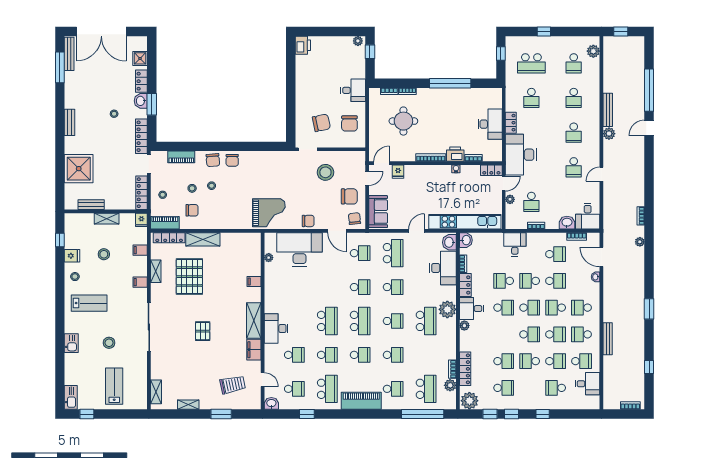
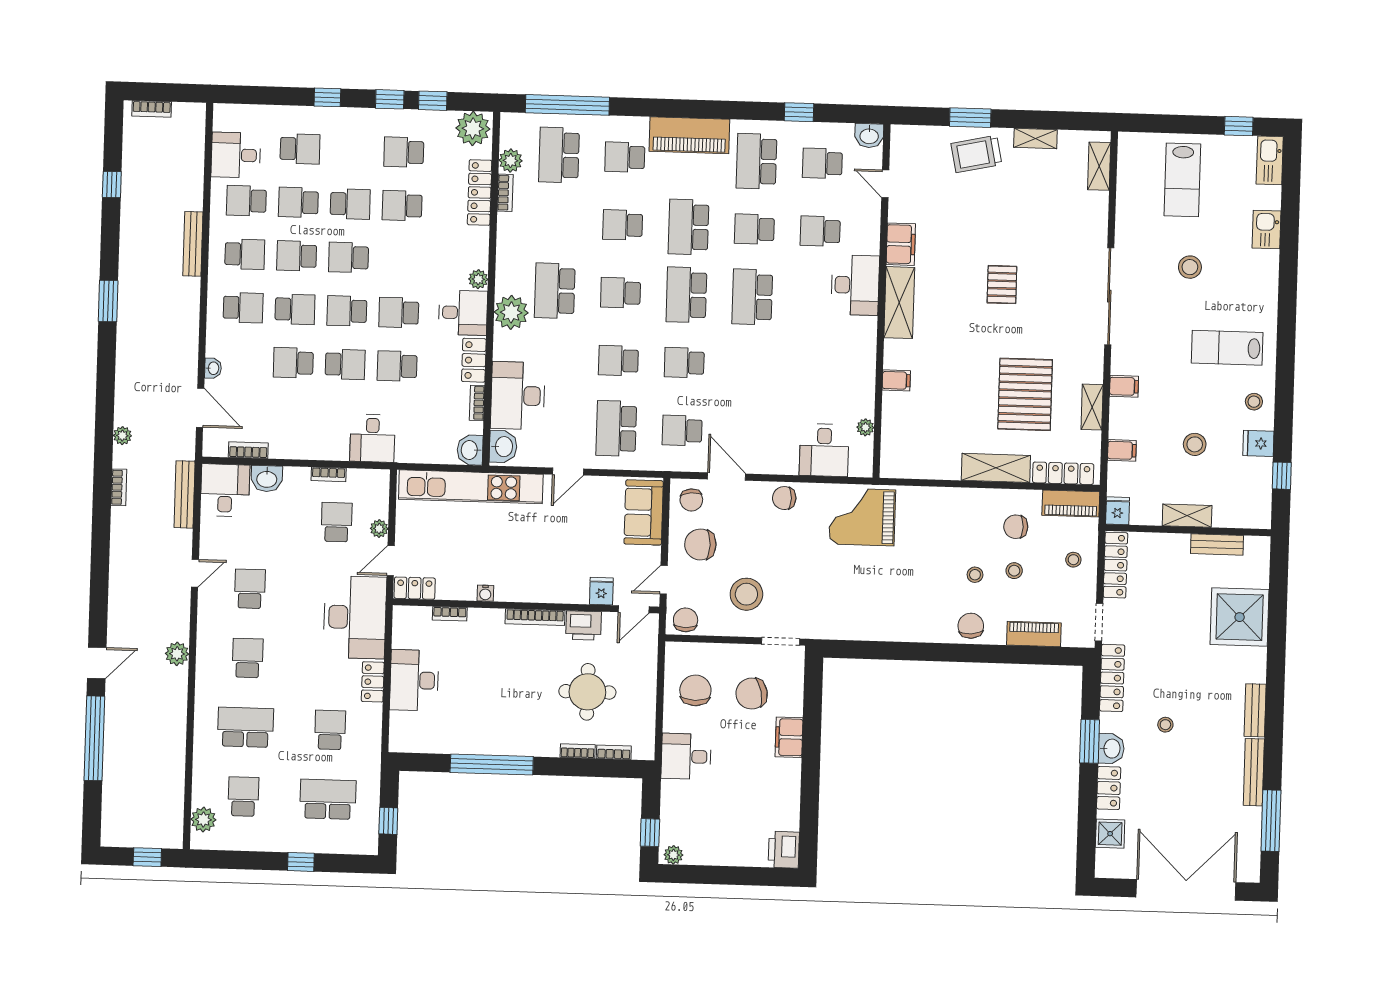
bench: (69, 54) -> (1254, 772), moved
school desk: (574, 98) -> (245, 727), width x1.85
filing cabinet: (302, 102) -> (789, 737), added
bench: (608, 110) -> (185, 494), moved
printer: (455, 154) -> (584, 625), moved
chair: (232, 160) -> (686, 620), moved
desk: (299, 249) -> (824, 450), width x0.53, depth x0.77
school desk: (556, 254) -> (292, 416), removed
school desk: (504, 281) -> (397, 366), turned 180
kitchen sink: (71, 343) -> (1267, 229), moved
school desk: (360, 355) -> (689, 227), width x1.85
trolley: (233, 385) -> (976, 154), moved

